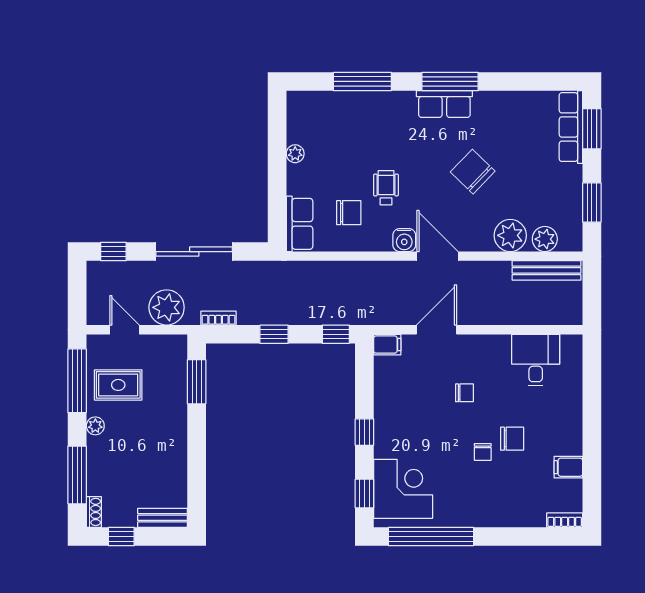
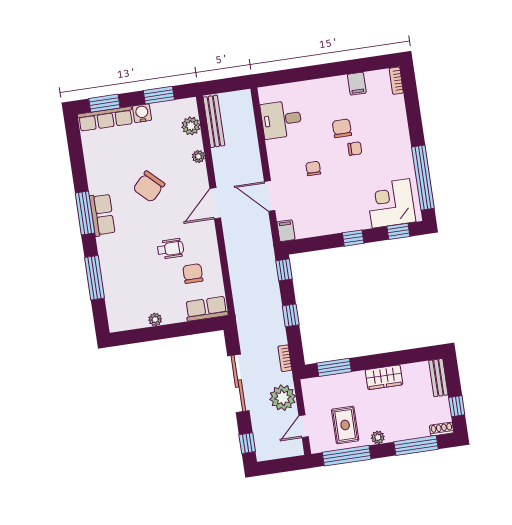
wheelchair: (386, 188) -> (170, 249), turned 180
plant: (510, 235) -> (198, 157), width x0.53, depth x0.53
water cooler: (404, 240) -> (142, 113), moved, turned -90
wardrobe: (174, 446) -> (384, 377), added

